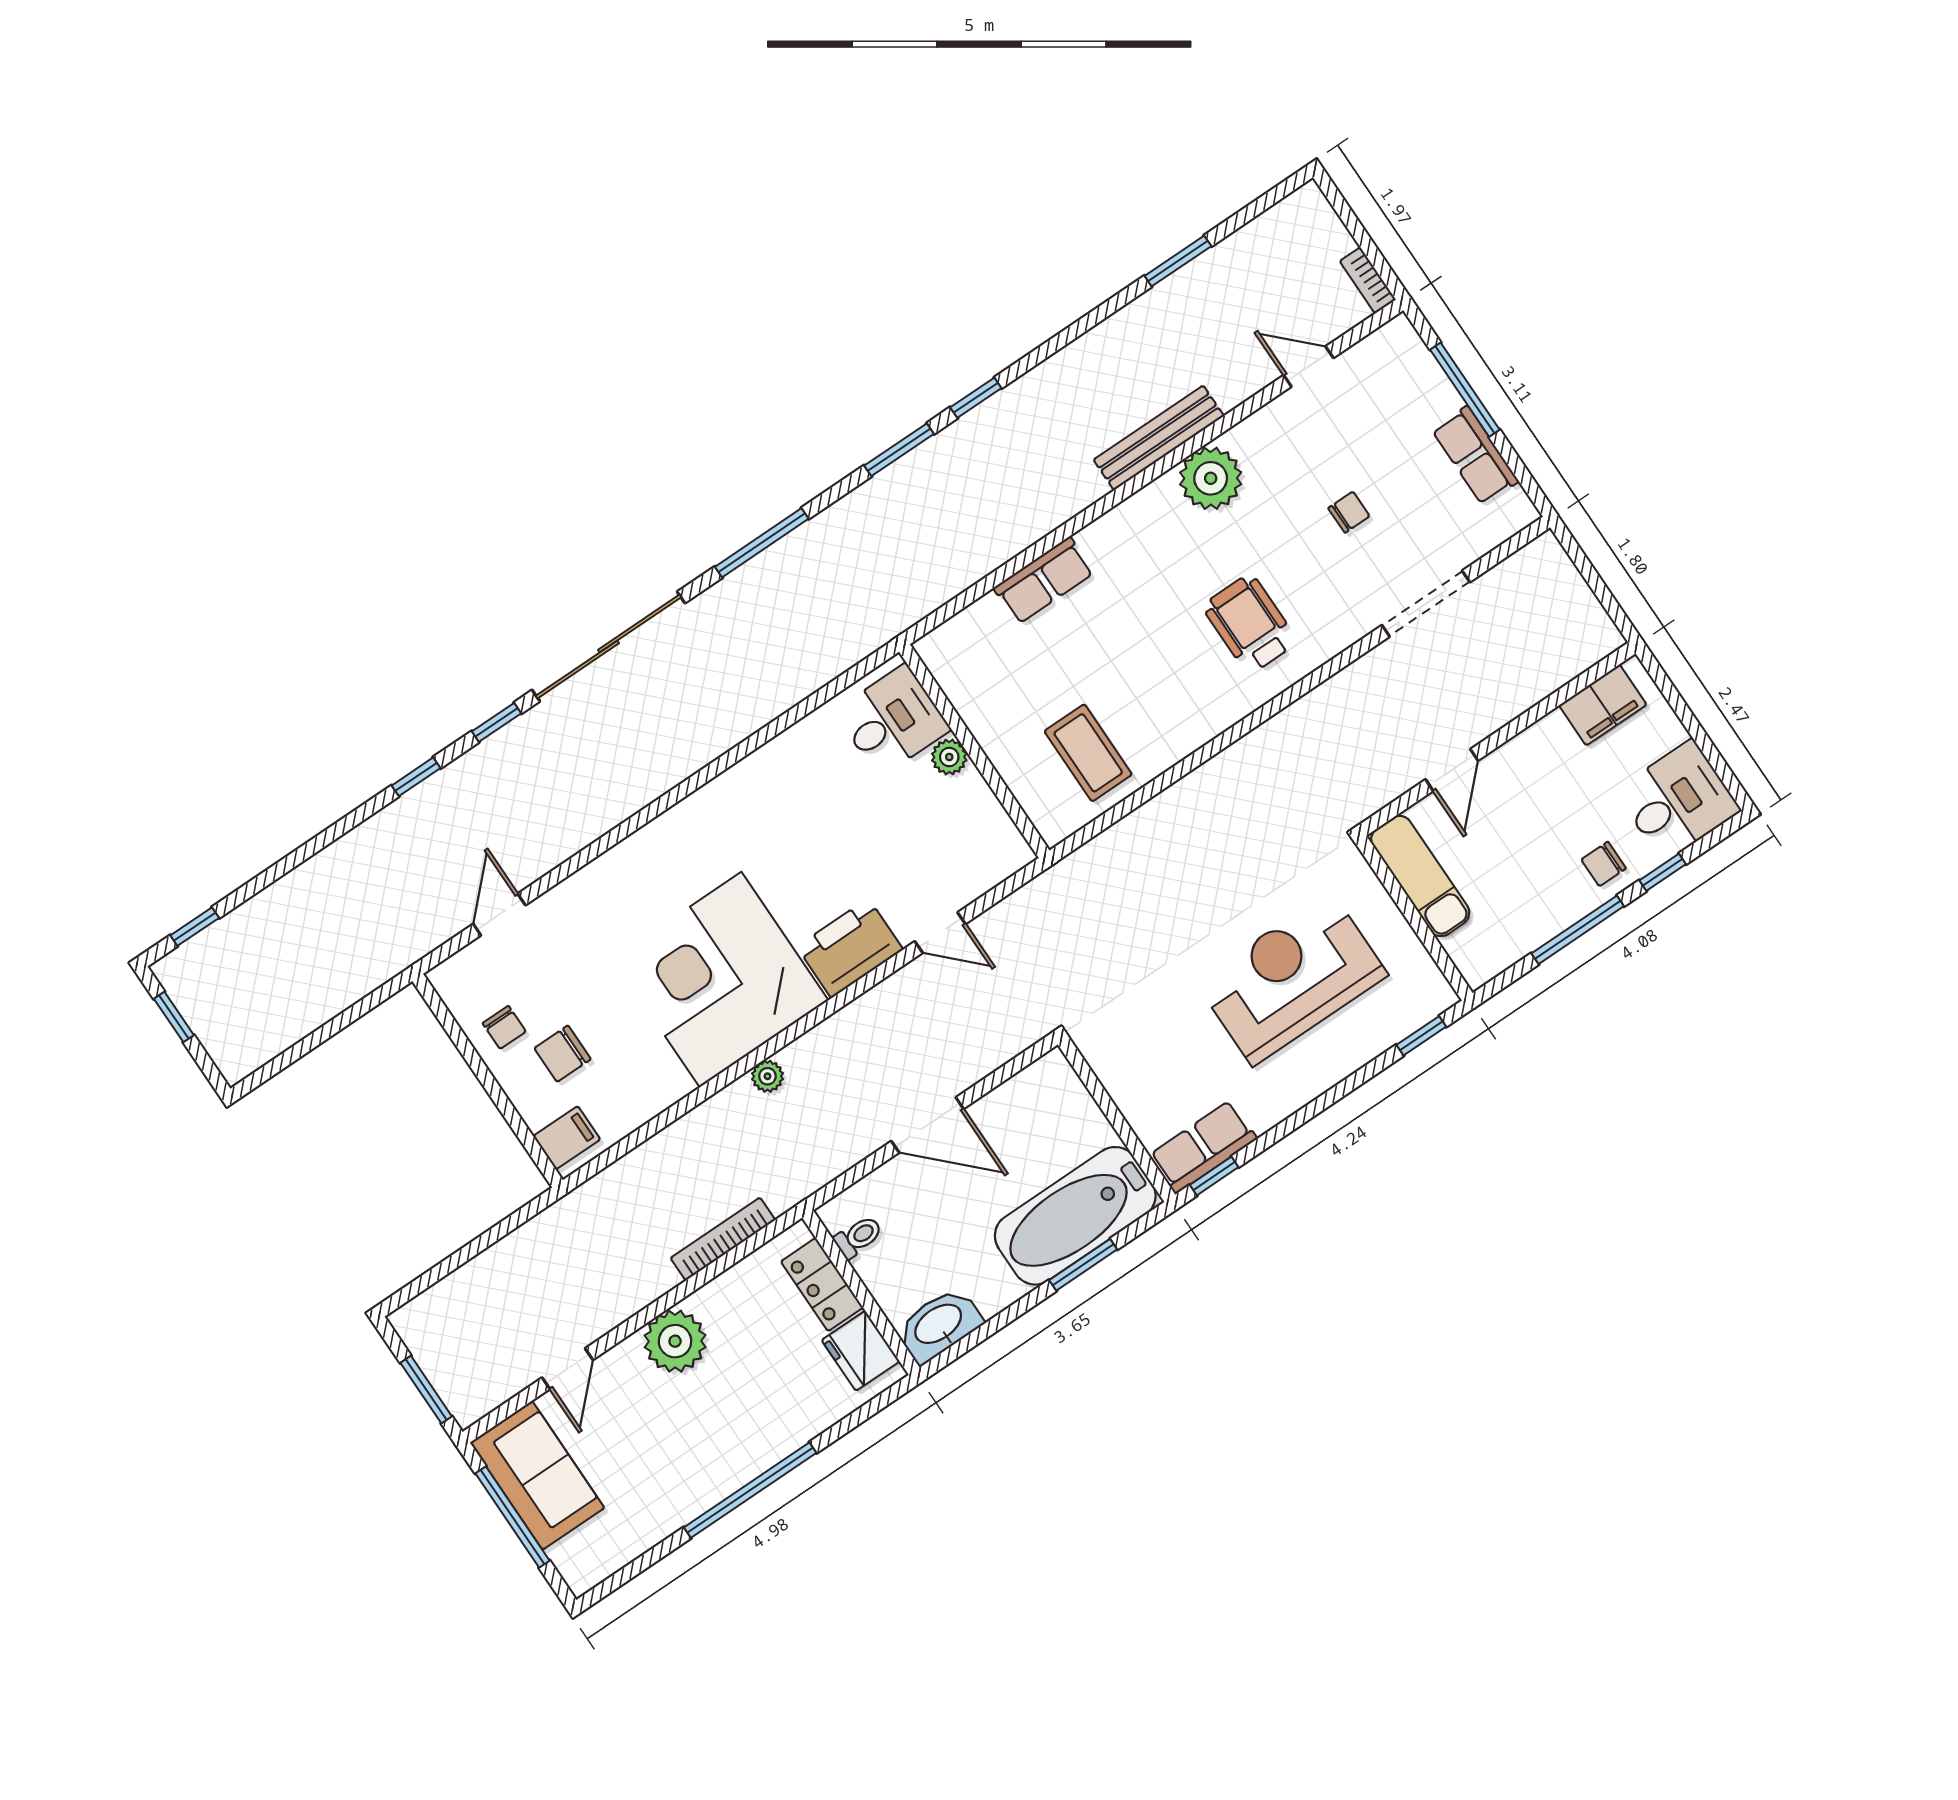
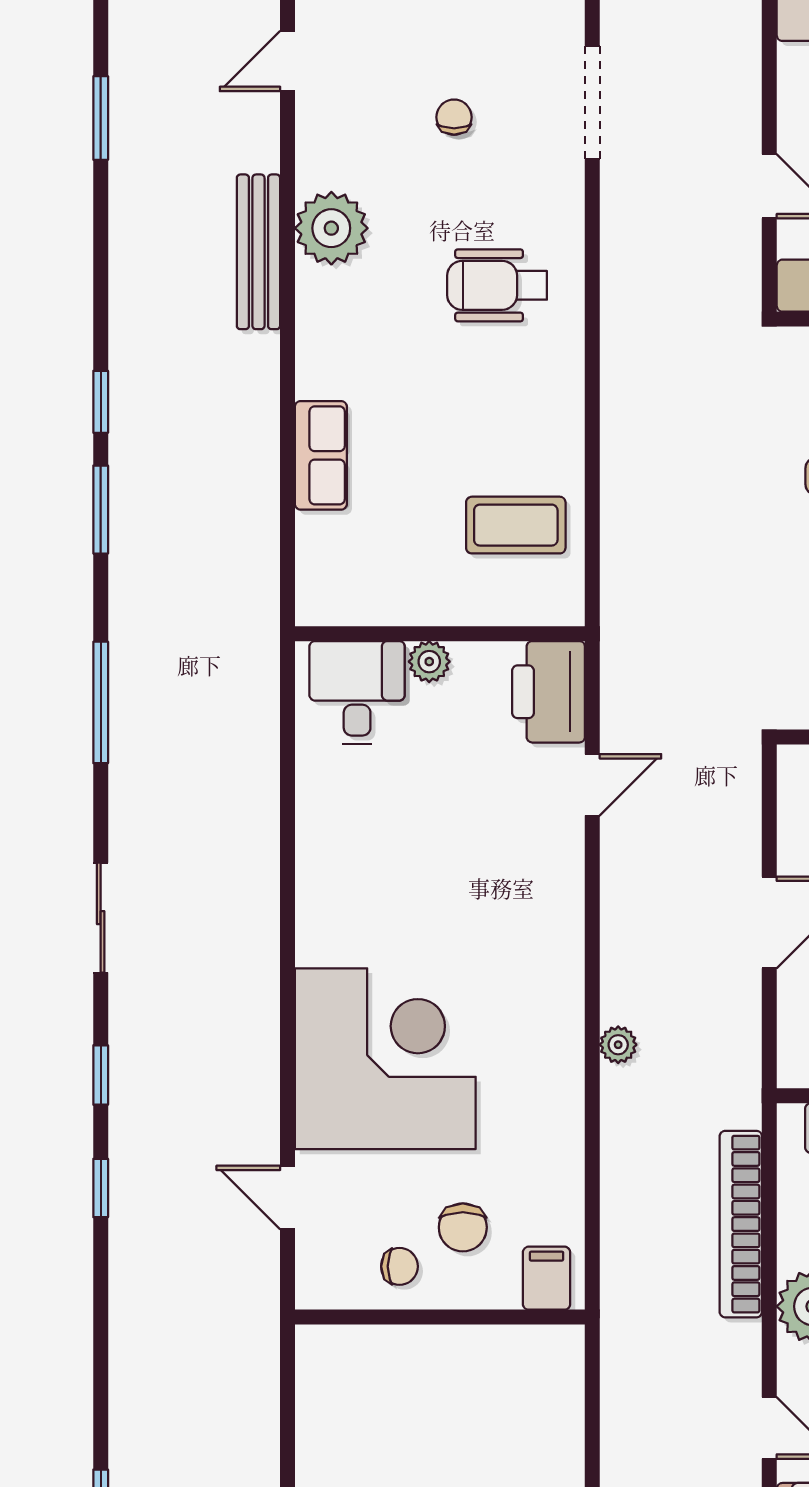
sliding door: (608, 646) -> (101, 918), width x0.54
printer: (850, 948) -> (549, 692), moved
corner desk: (721, 980) -> (385, 1059), moved, turned 180
bookcase: (723, 1239) -> (741, 1224), width x1.48, depth x1.31

